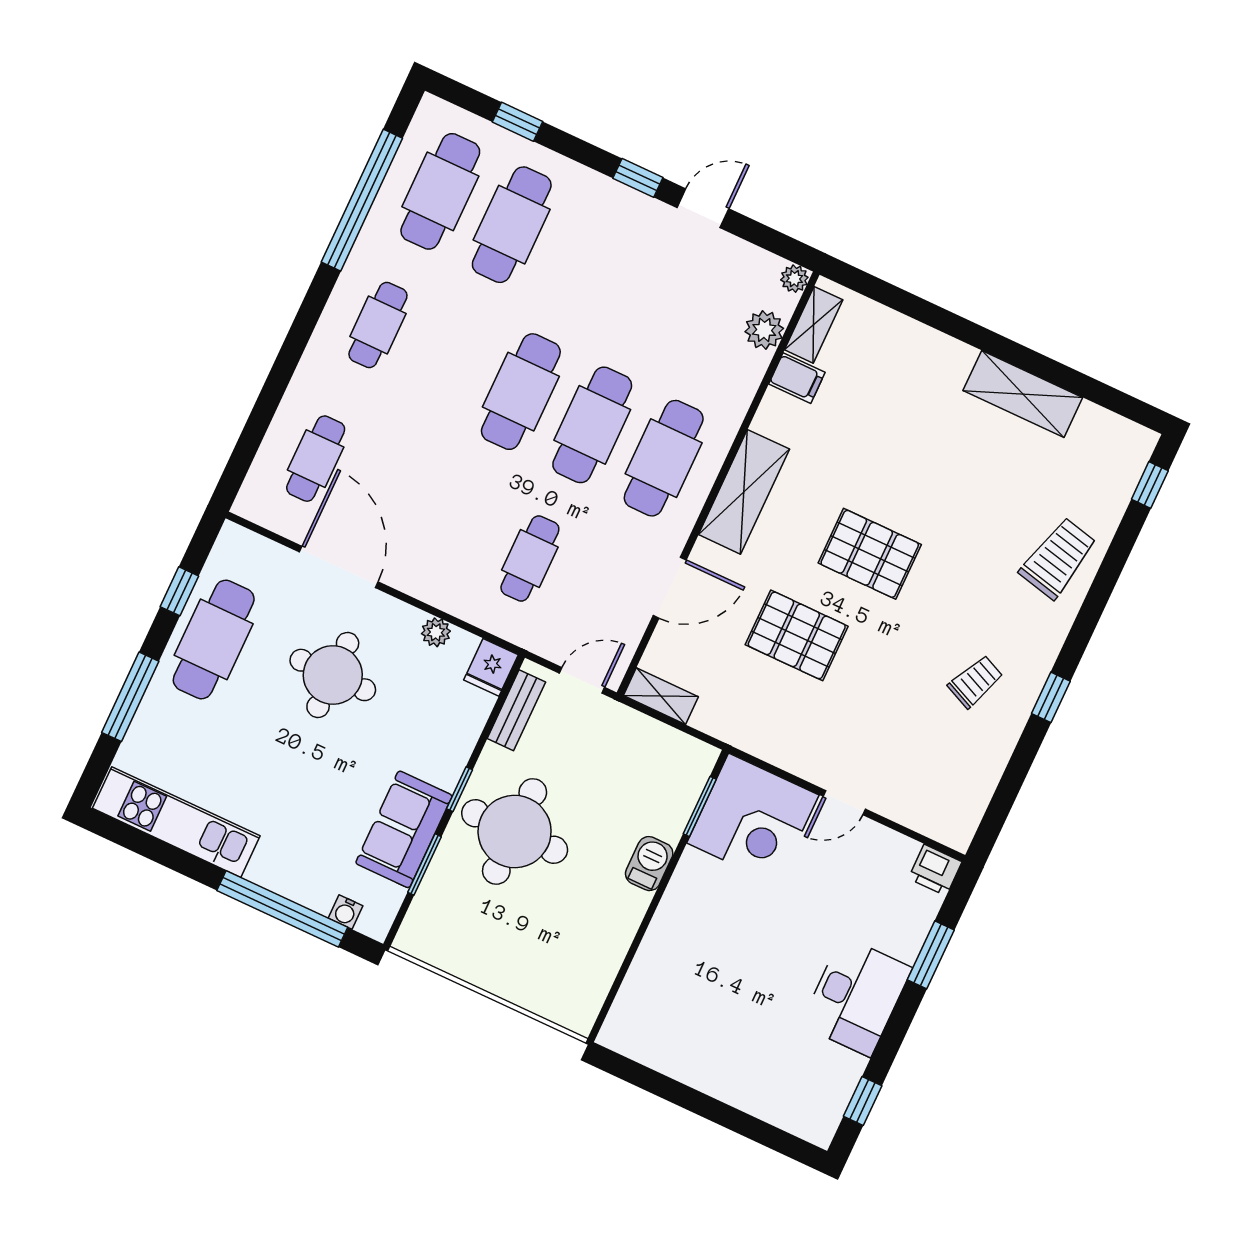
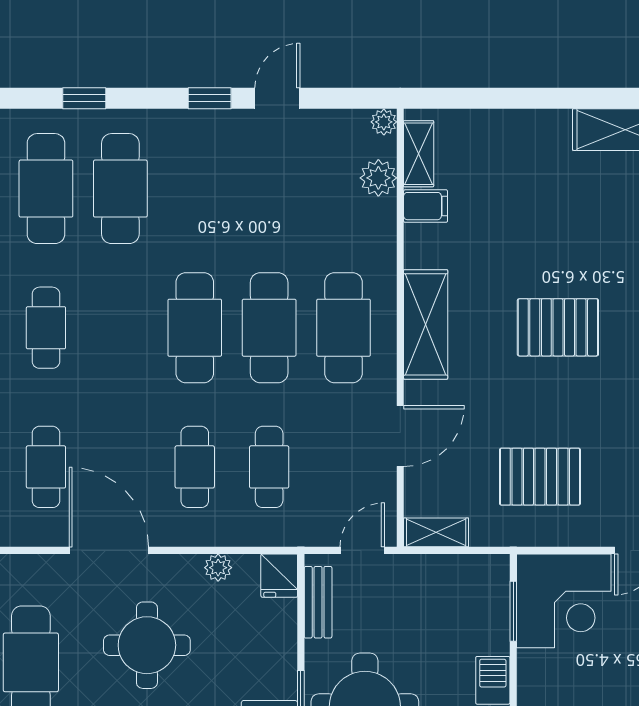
cafe table: (459, 525) -> (195, 467), added
pallet: (797, 635) -> (540, 477), moved

